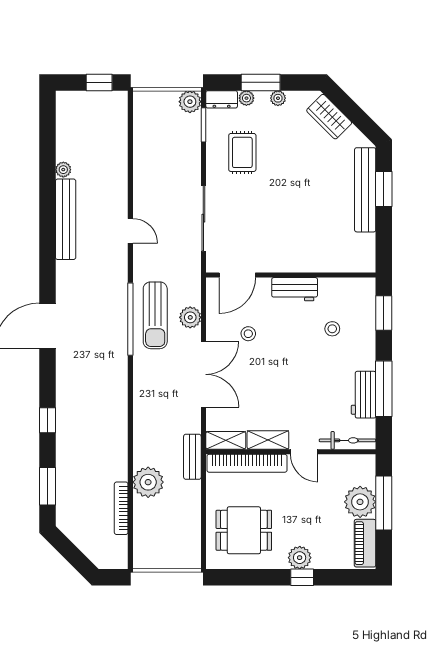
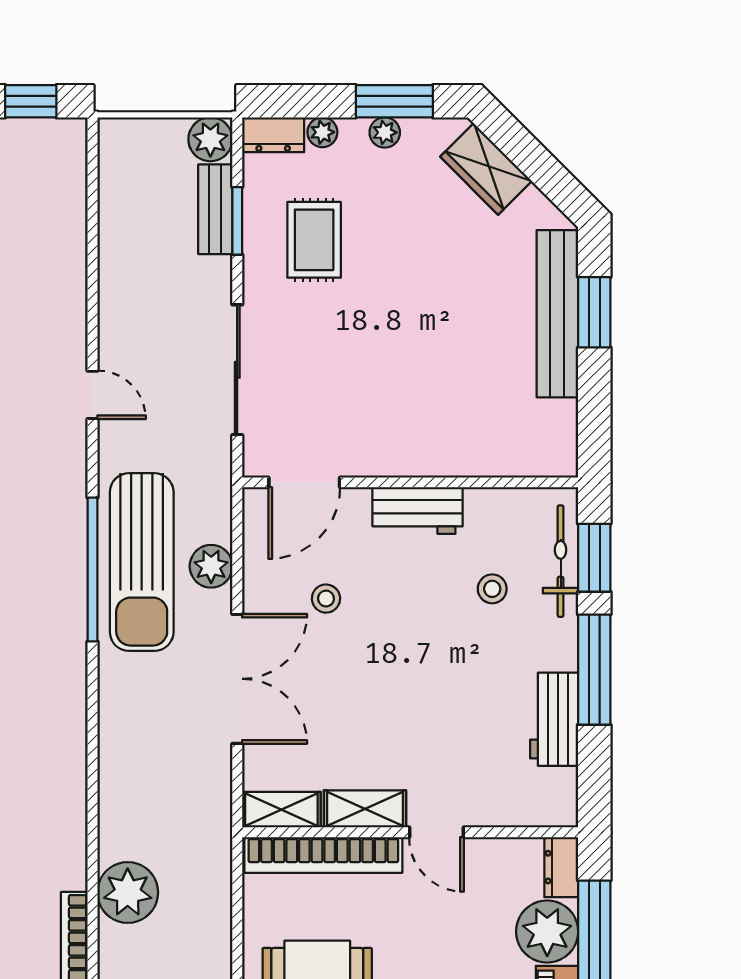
window: (261, 82) -> (394, 101), moved
window: (203, 125) -> (237, 221), moved
sun lounger: (155, 315) -> (142, 562), width x1.36, depth x1.34
window: (384, 389) -> (594, 670), moved
bicycle: (348, 440) -> (561, 561), moved, turned -90
bench: (192, 457) -> (215, 209), moved
dresser: (367, 469) -> (561, 867), added

